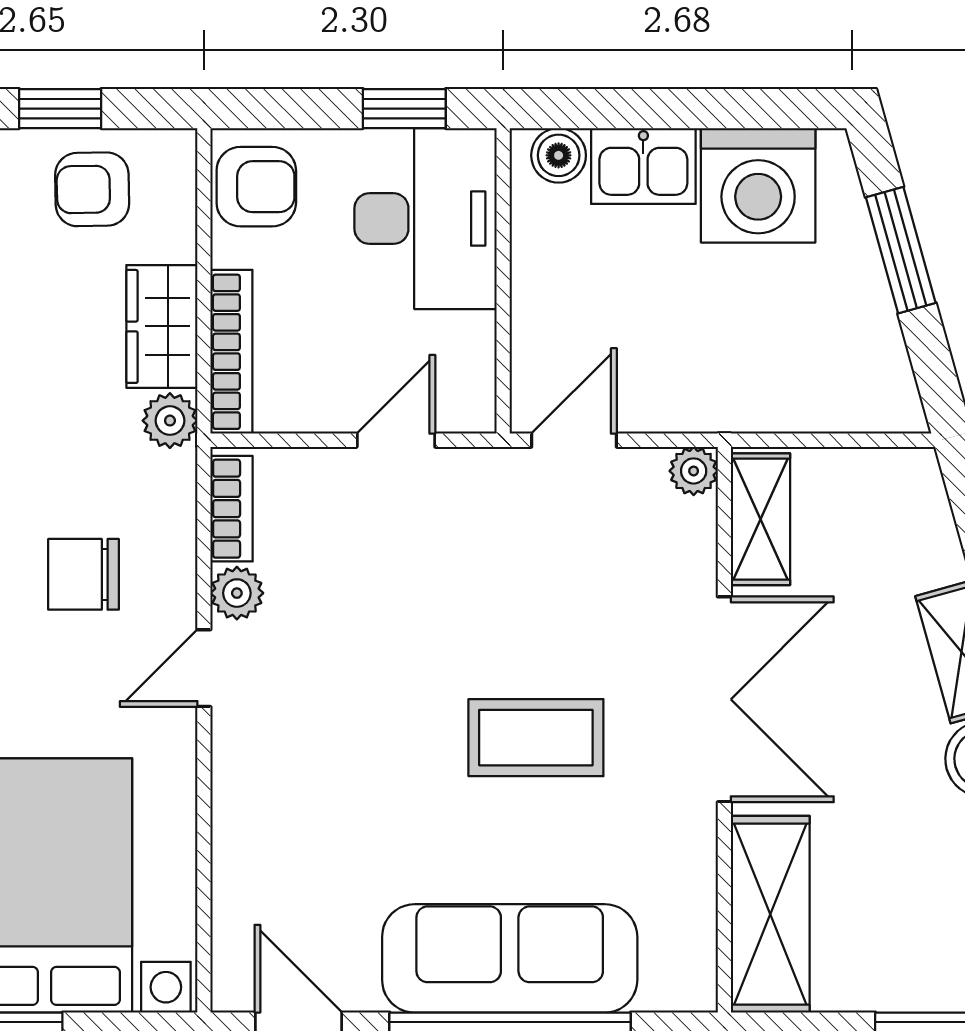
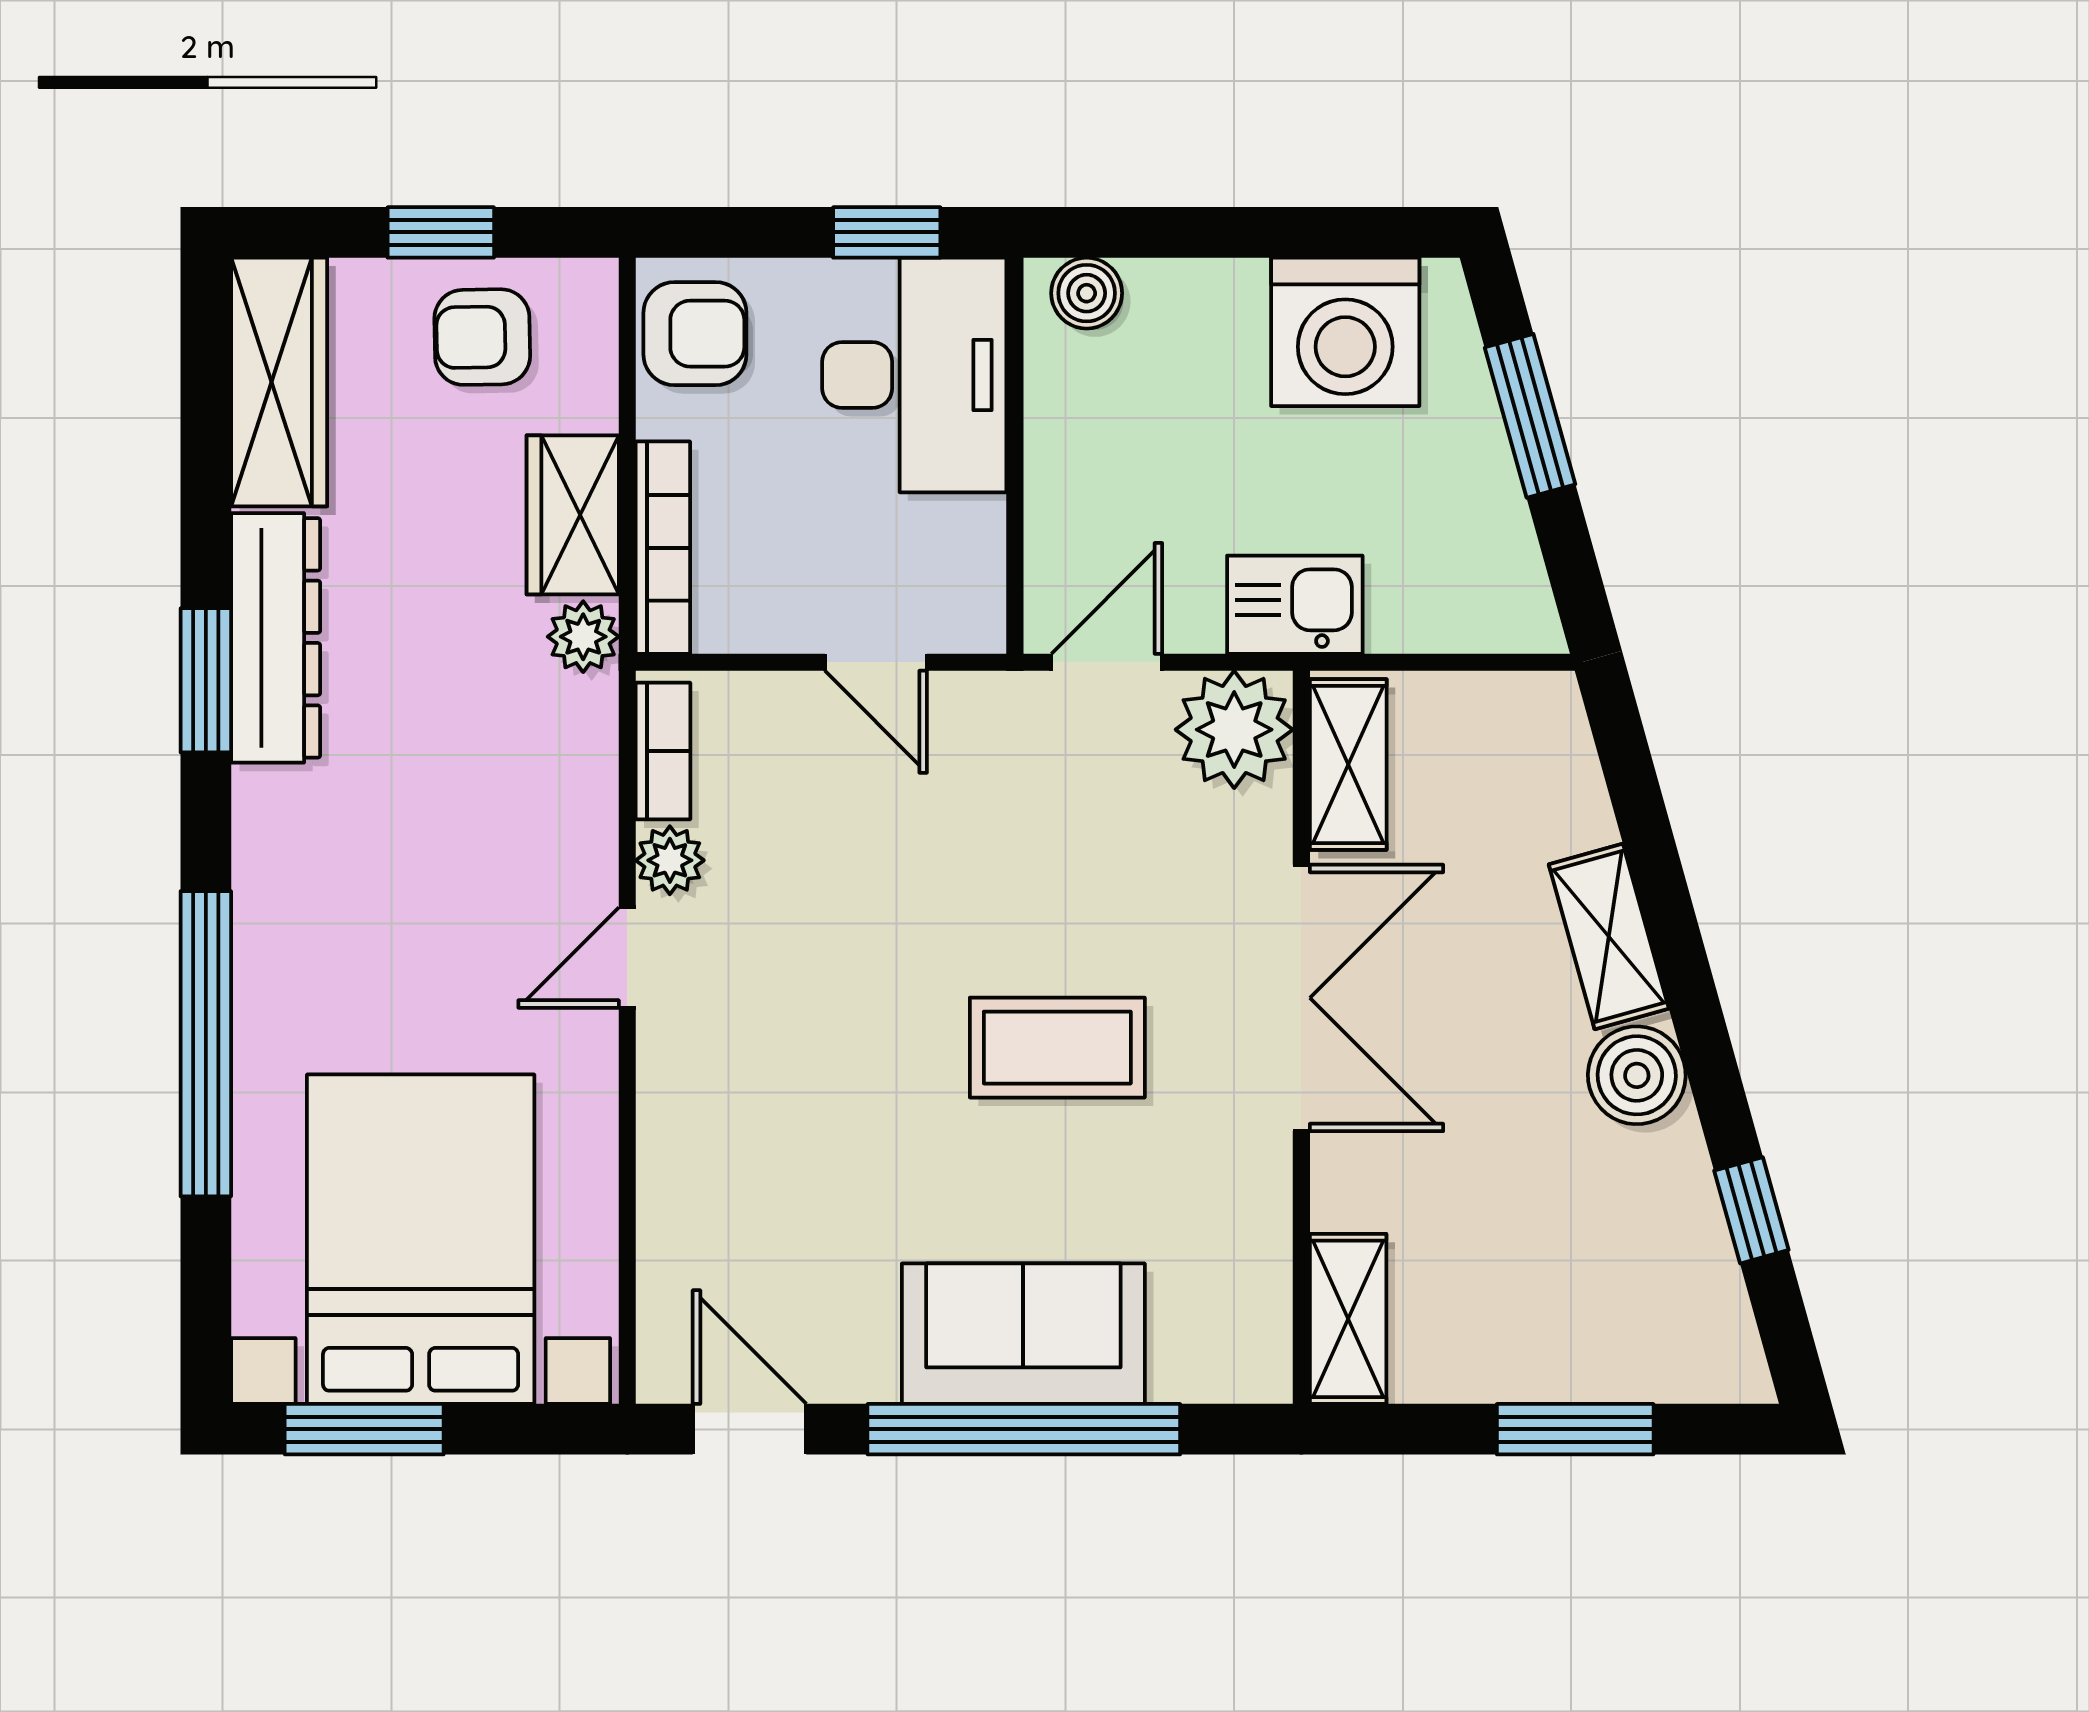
kitchen sink: (643, 166) -> (1295, 605), moved, turned 180
door: (396, 440) -> (876, 662), swing flipped
plant: (694, 471) -> (1234, 730), width x1.88, depth x1.88
chair: (83, 574) -> (471, 836), removed
shelving: (770, 914) -> (1348, 1319), width x0.67, depth x0.75
sofa: (510, 958) -> (1023, 1334), width x0.73

